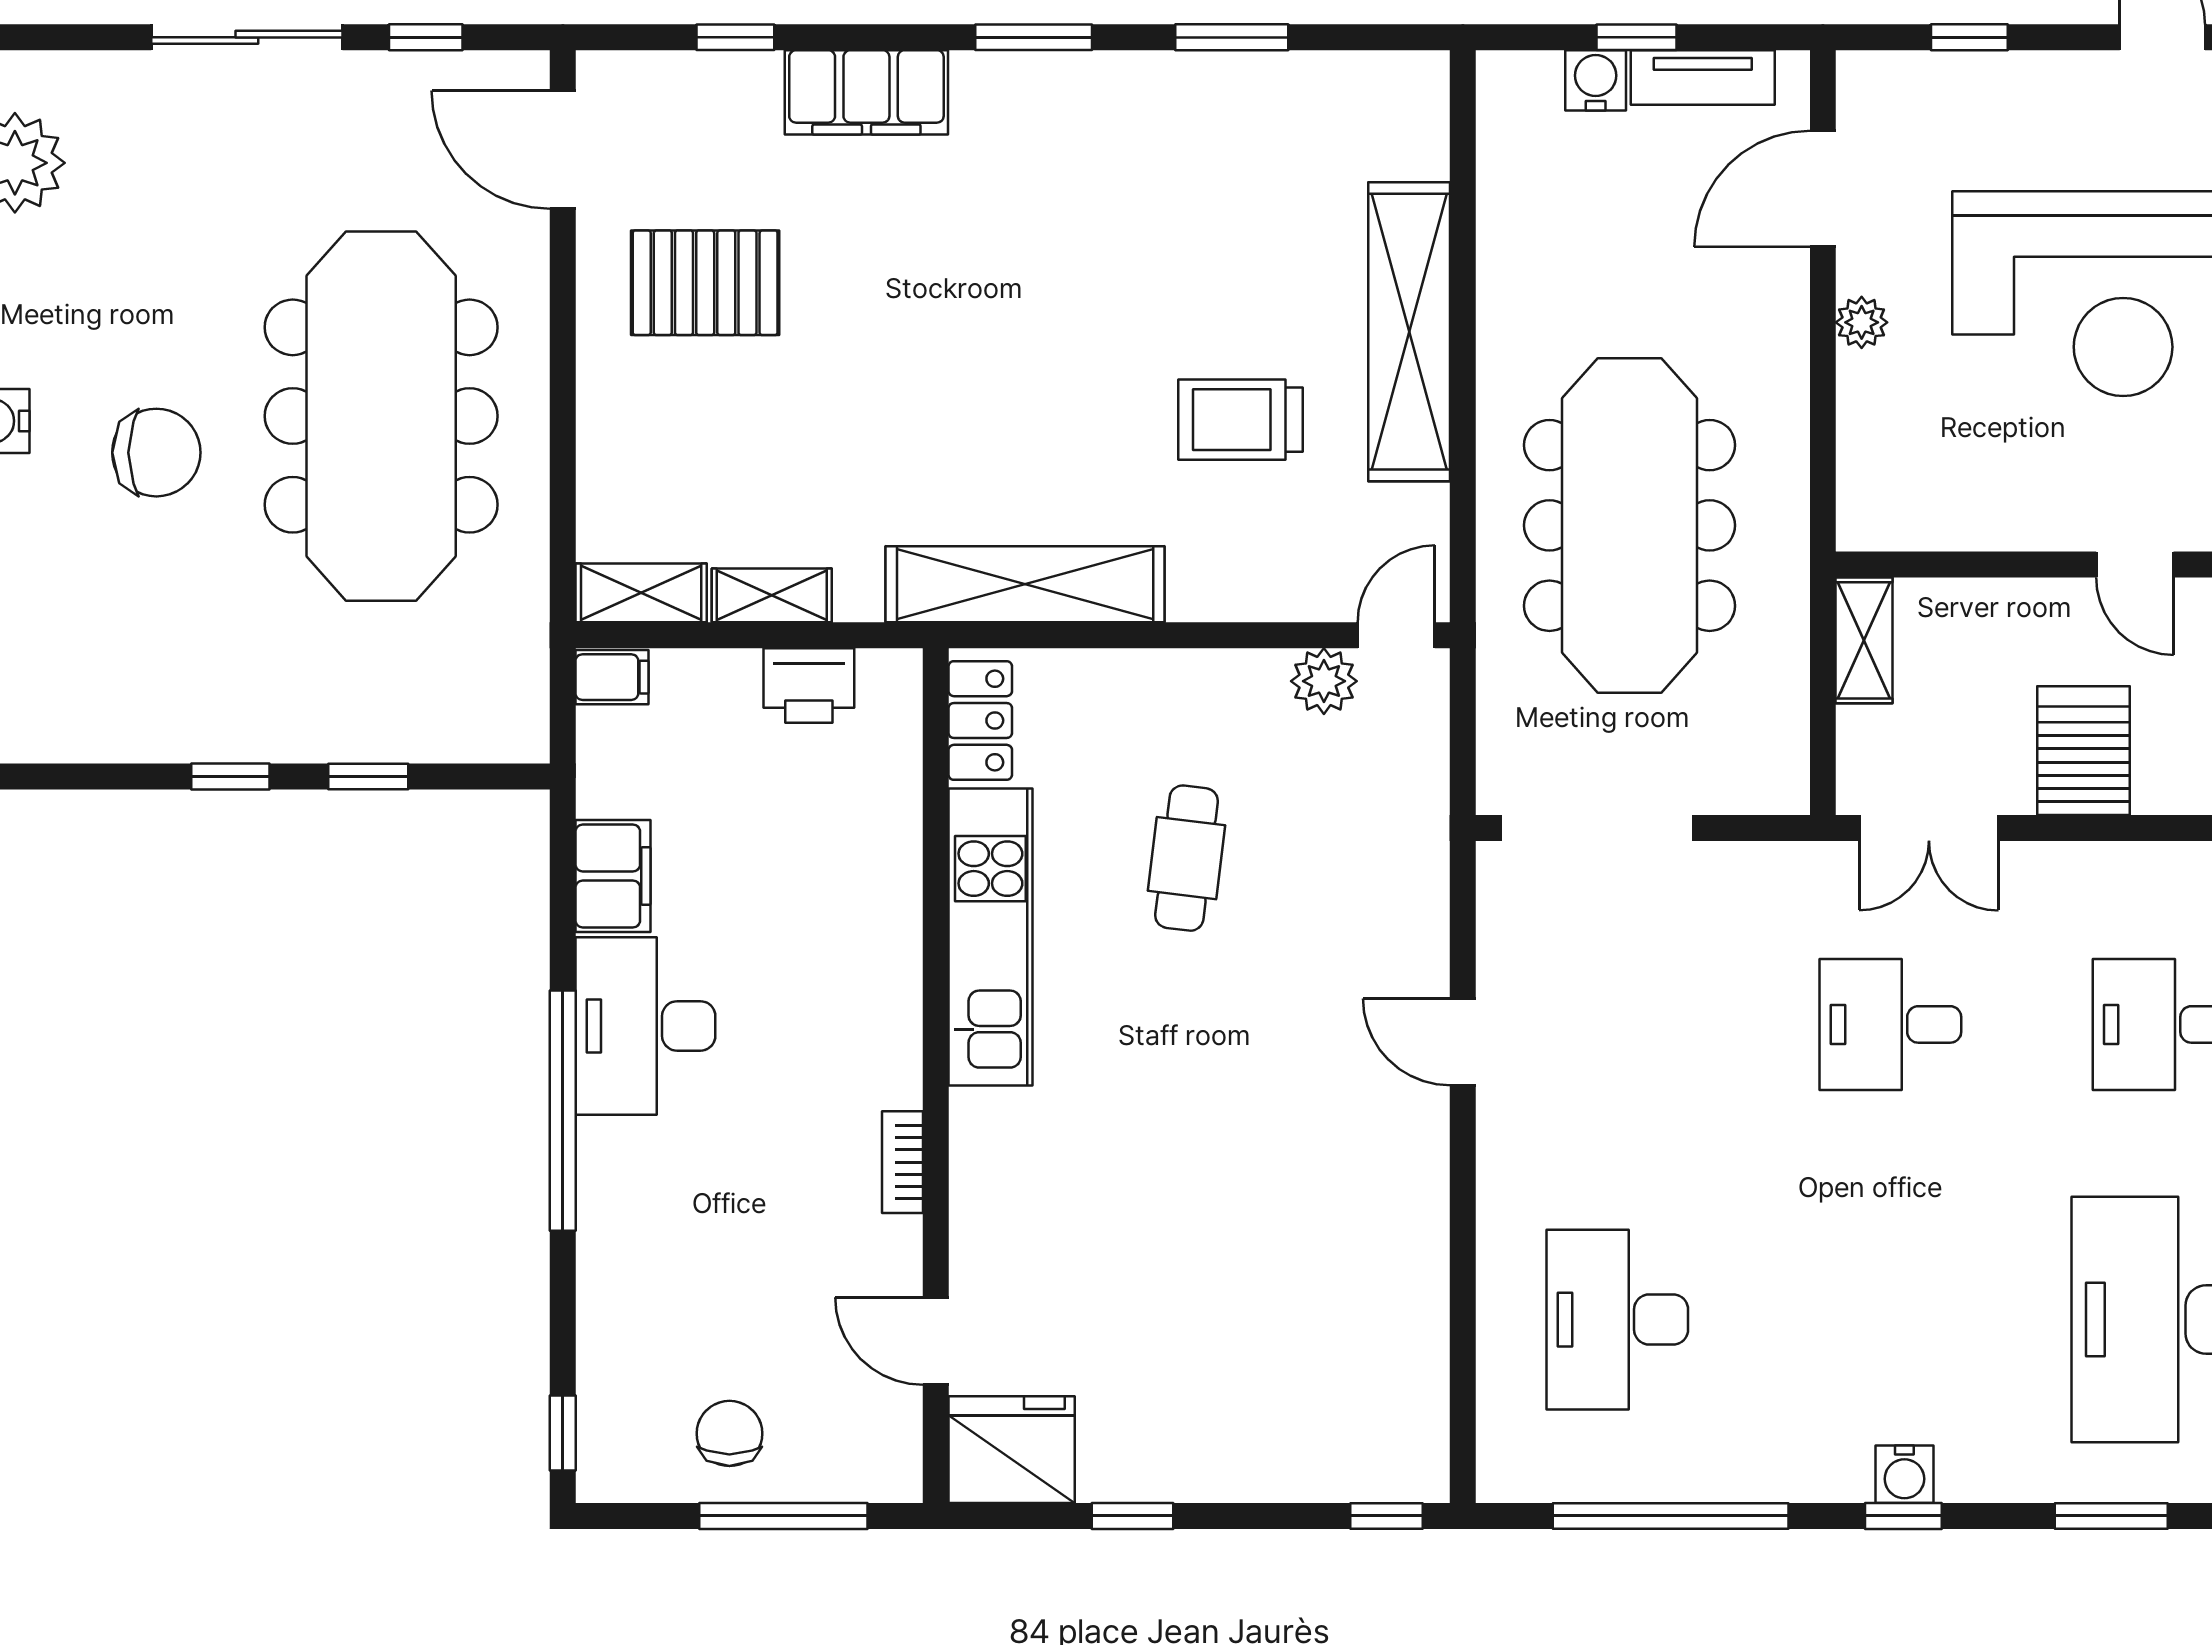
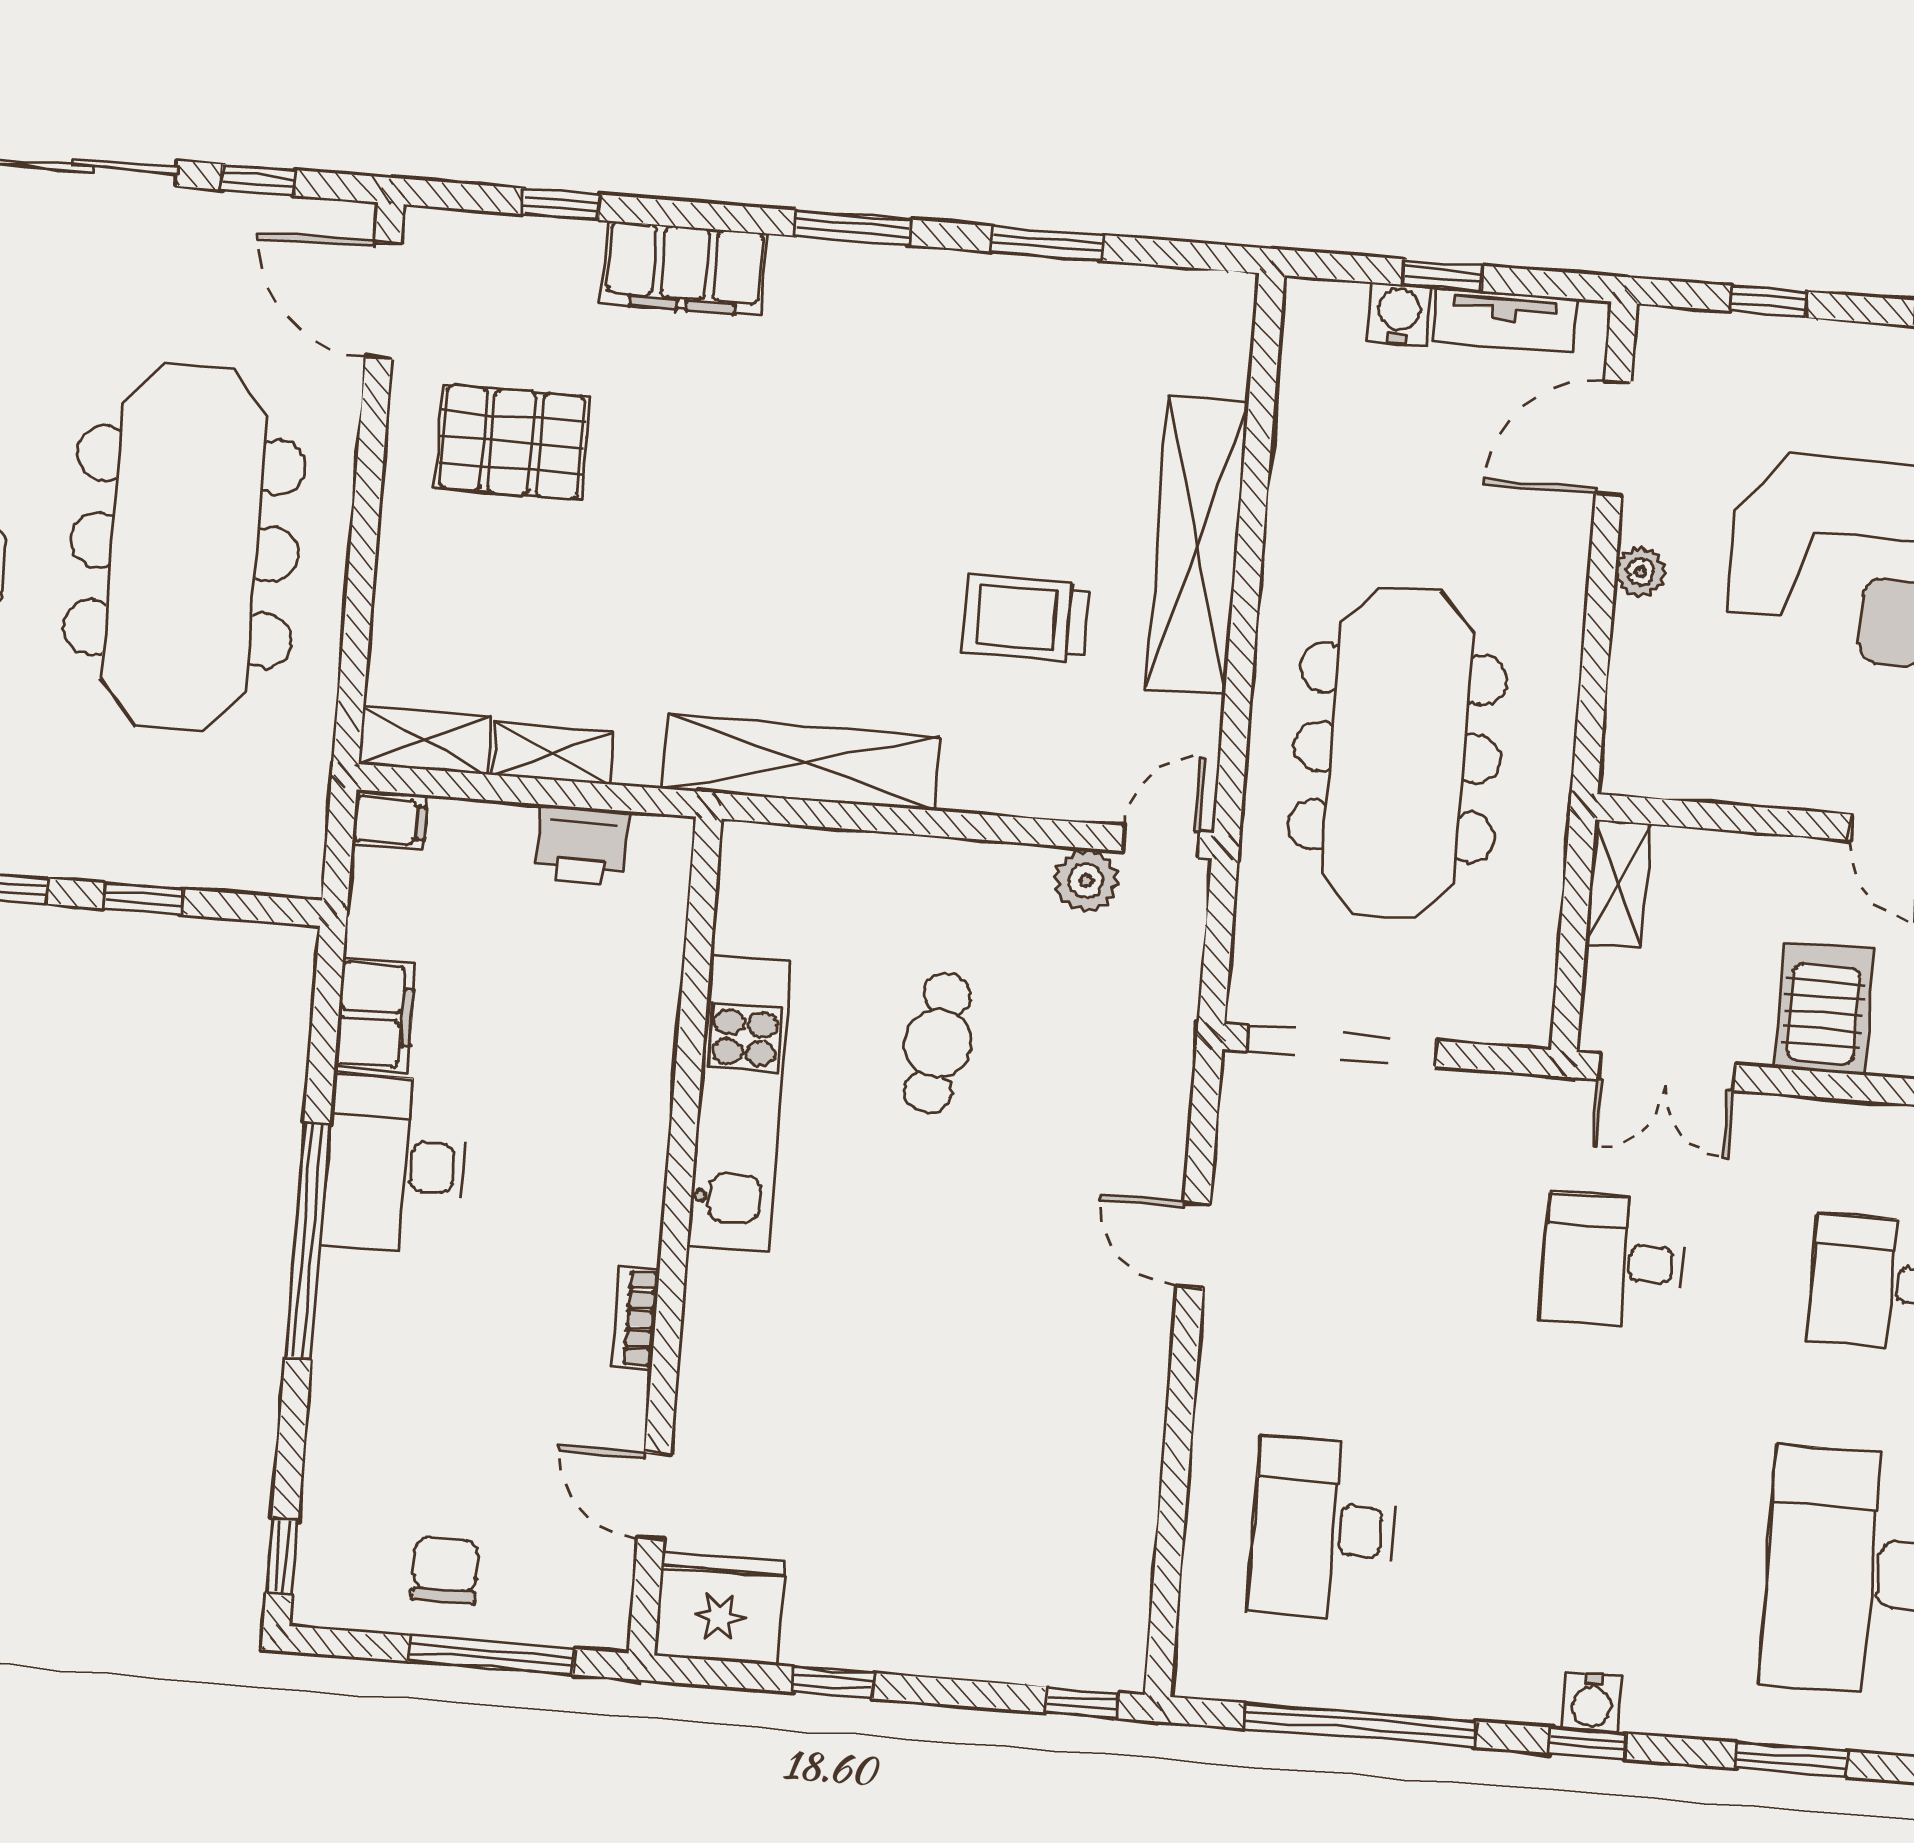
locker: (980, 720) -> (747, 892), removed

